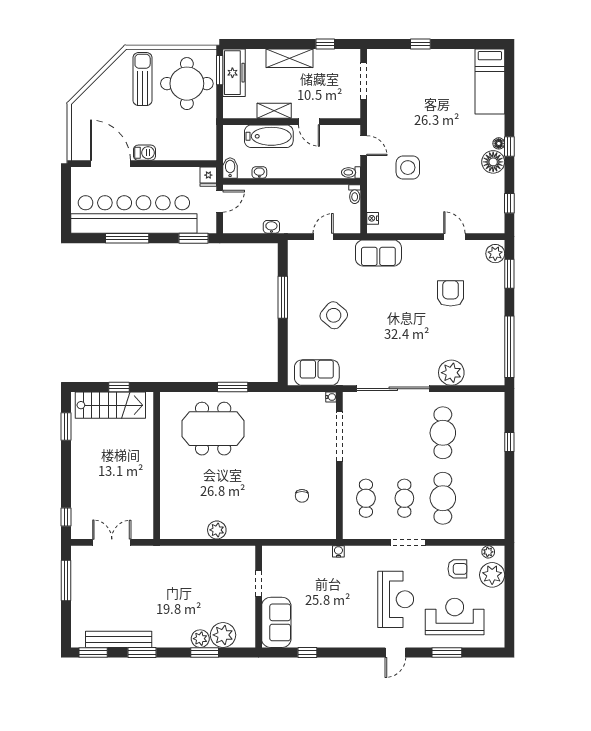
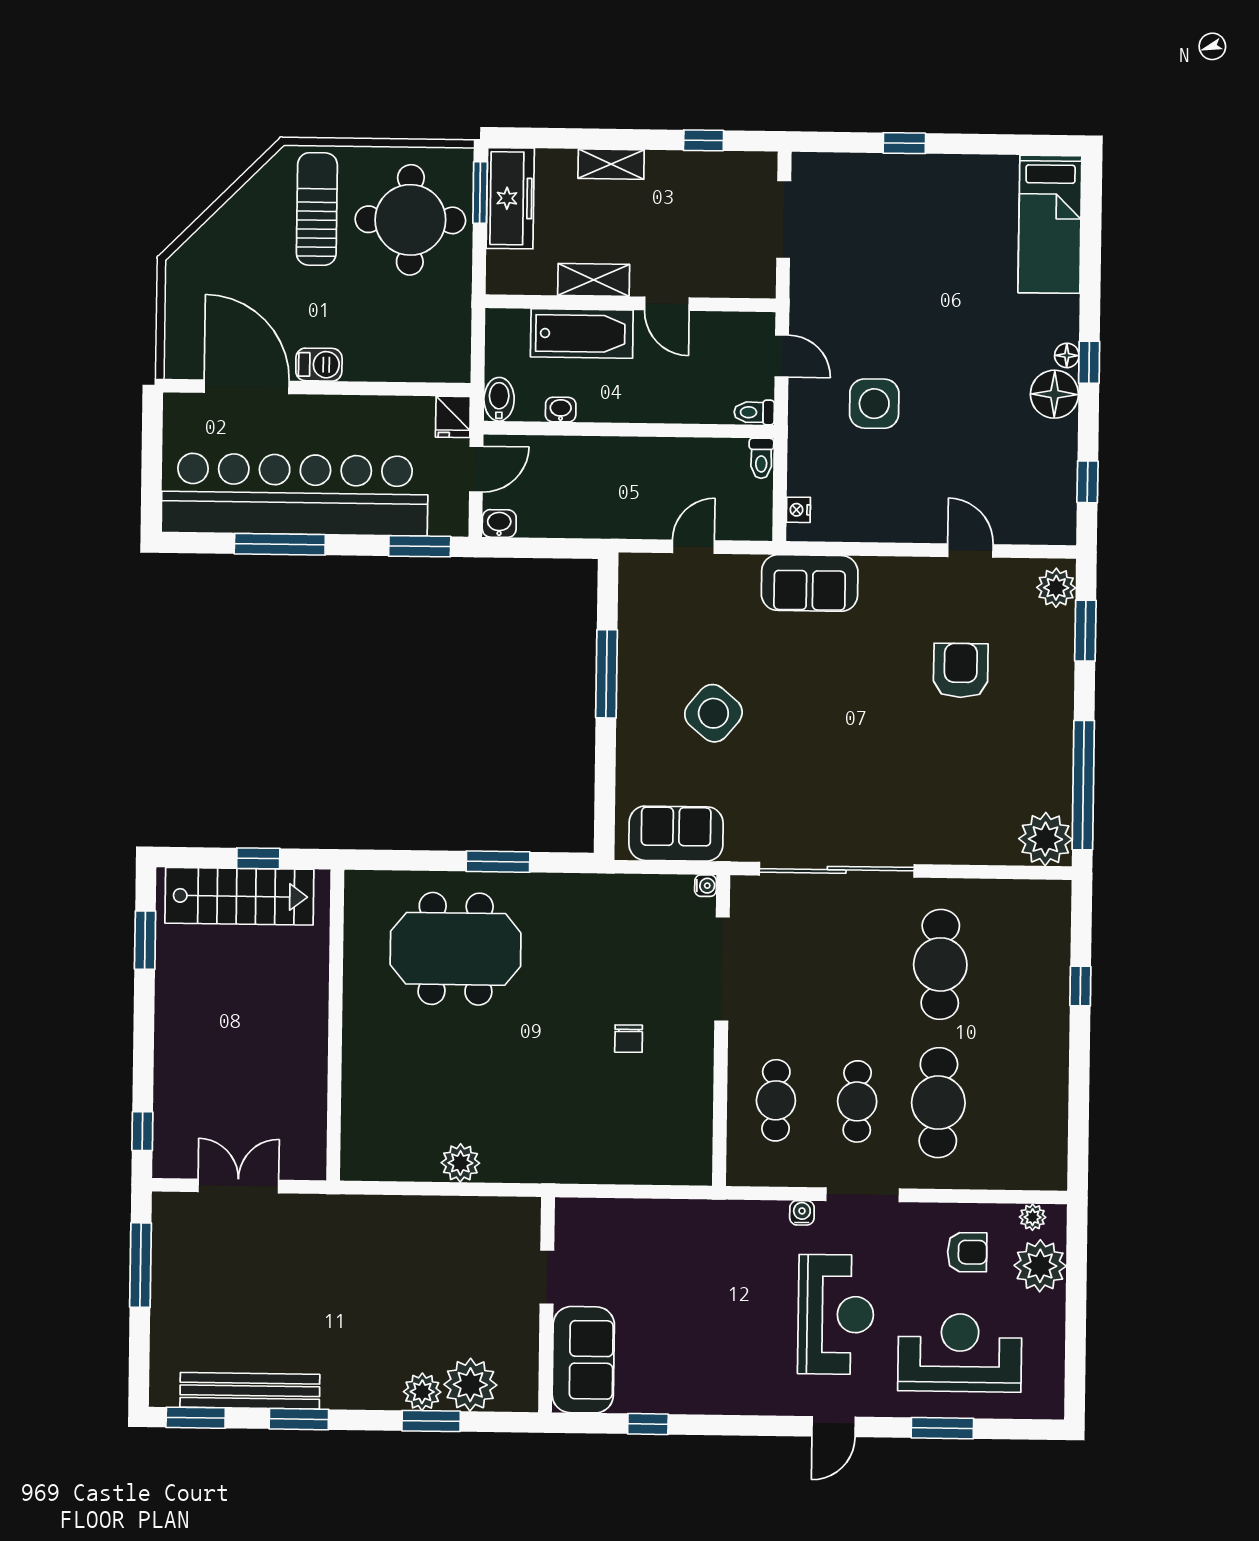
shelving: (289, 58) -> (611, 164), width x0.67, depth x0.75
washbasin: (271, 227) -> (499, 523), moved
plant: (451, 373) -> (1045, 839), moved
chair: (302, 496) -> (629, 1039), moved
water cooler: (338, 551) -> (802, 1213), moved

